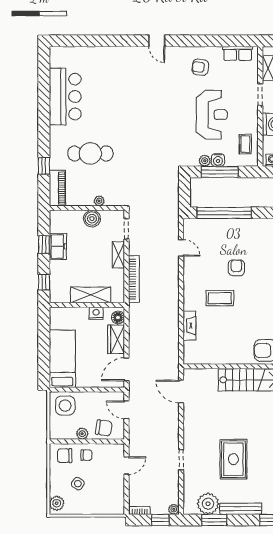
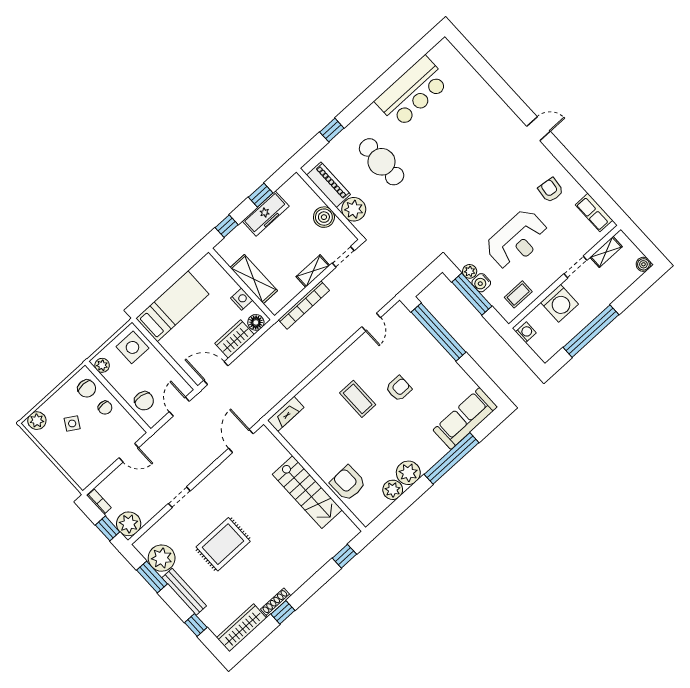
door: (157, 41) -> (539, 129), swing flipped
piano: (57, 188) -> (329, 185), moved, turned -90
plant: (99, 201) -> (354, 209), width x1.88, depth x1.88
freezer: (58, 247) -> (266, 214), width x1.40
fireplace: (189, 326) -> (286, 414), moved
plant: (82, 434) -> (102, 365), moved
chair: (65, 456) -> (87, 388), turned 180
plant: (174, 509) -> (129, 524), width x1.88, depth x1.88

